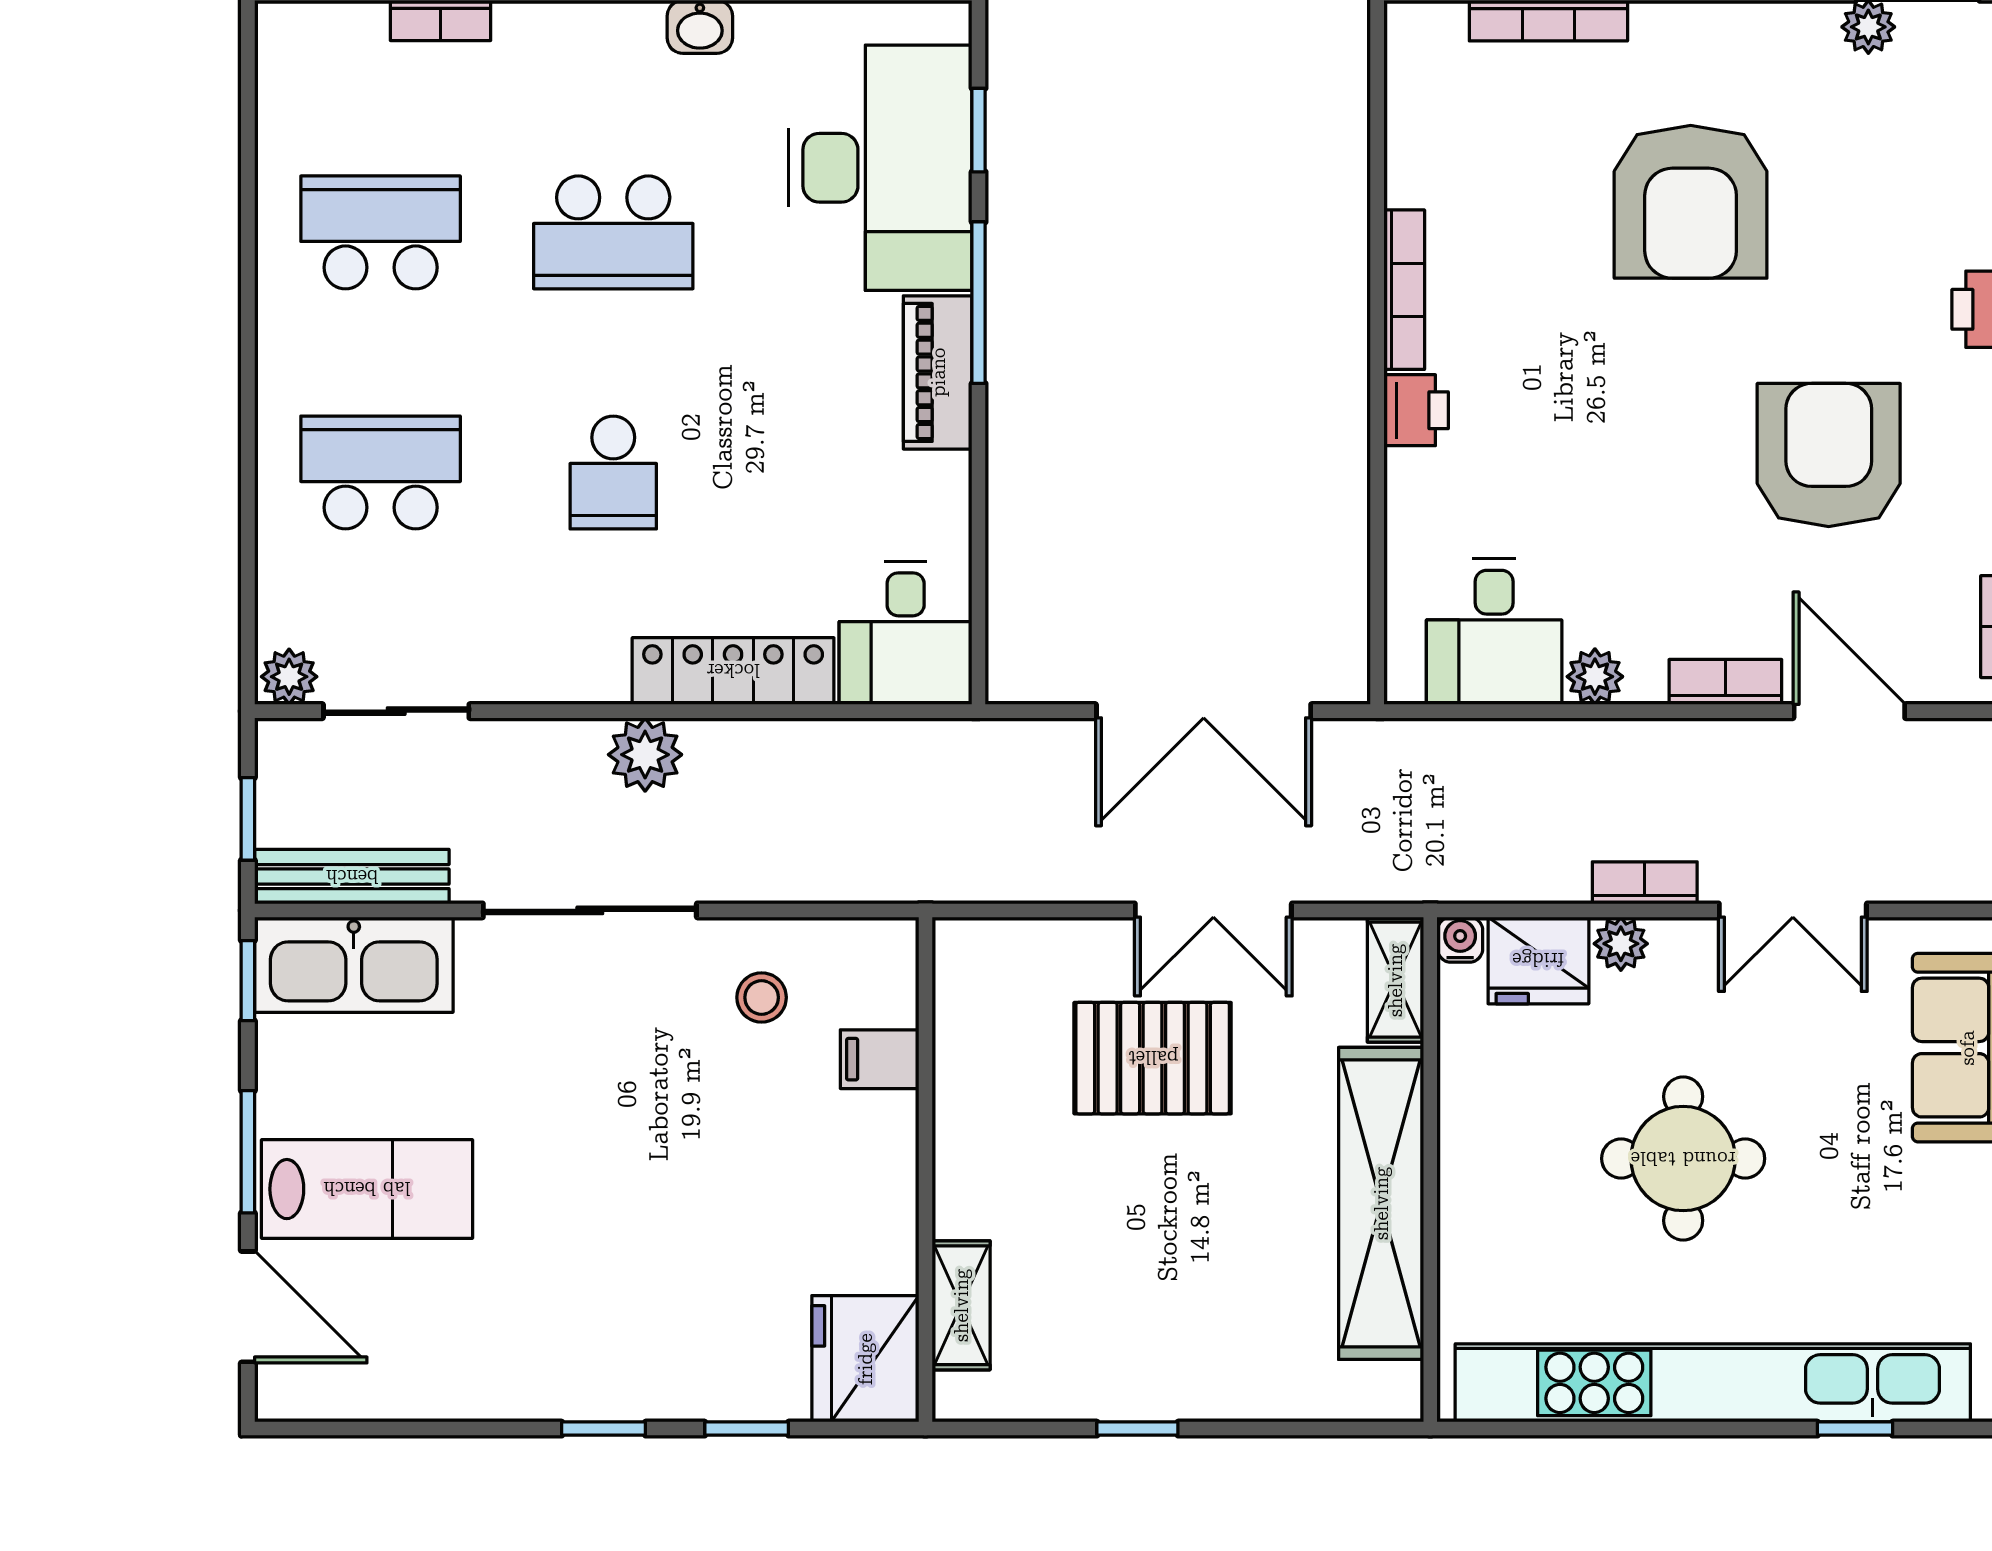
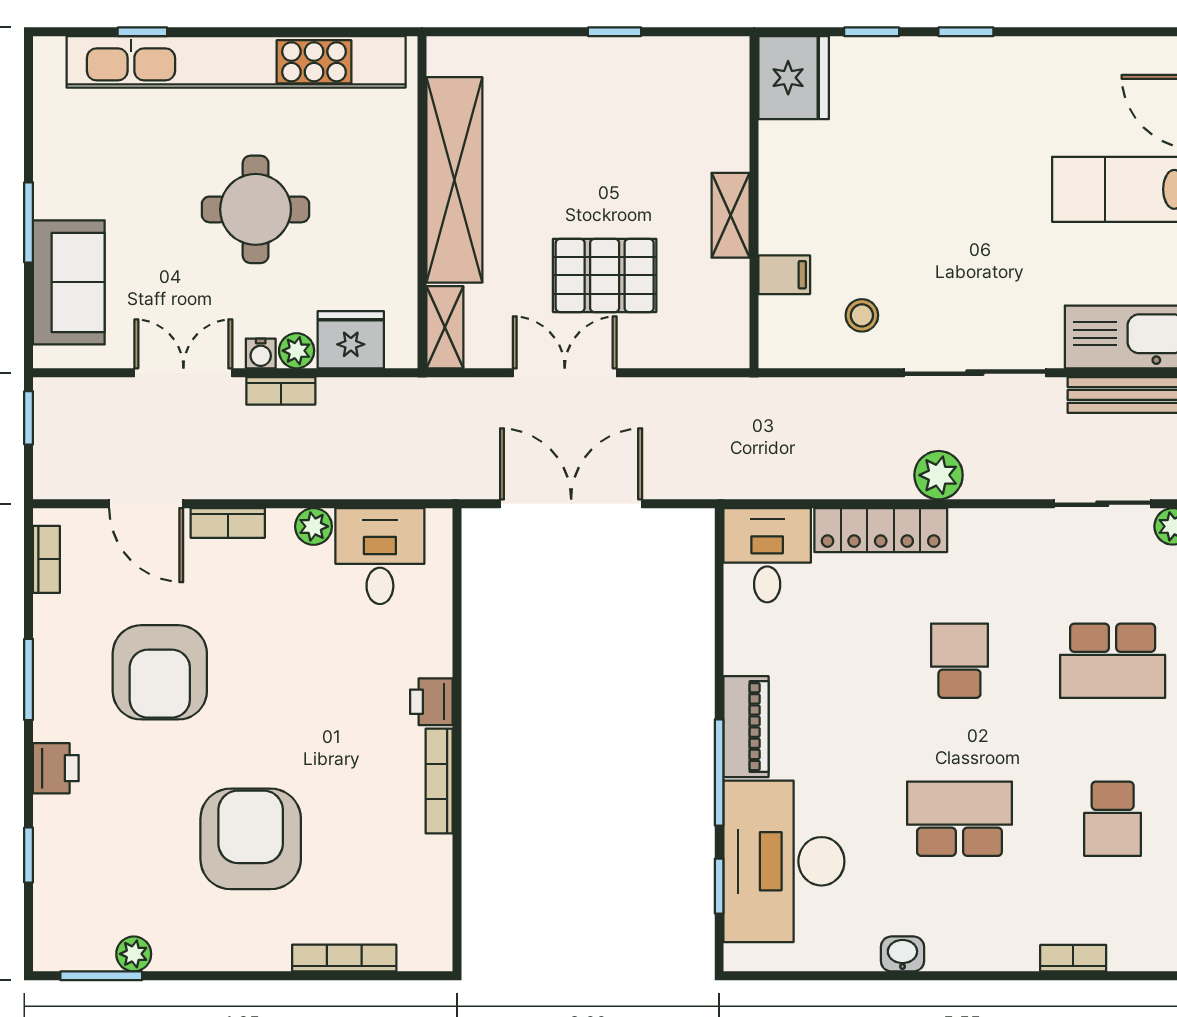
school desk: (381, 232) -> (1113, 819), width x0.54
water cooler: (1460, 940) -> (261, 353), moved
shelving: (961, 1305) -> (731, 215), moved

